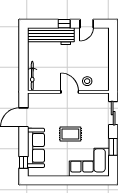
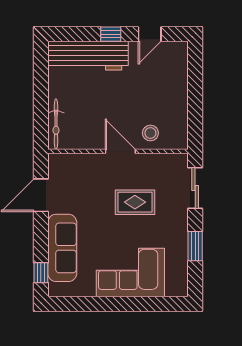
rug: (70, 134) -> (135, 202), moved
corner sofa: (89, 162) -> (130, 273), moved

